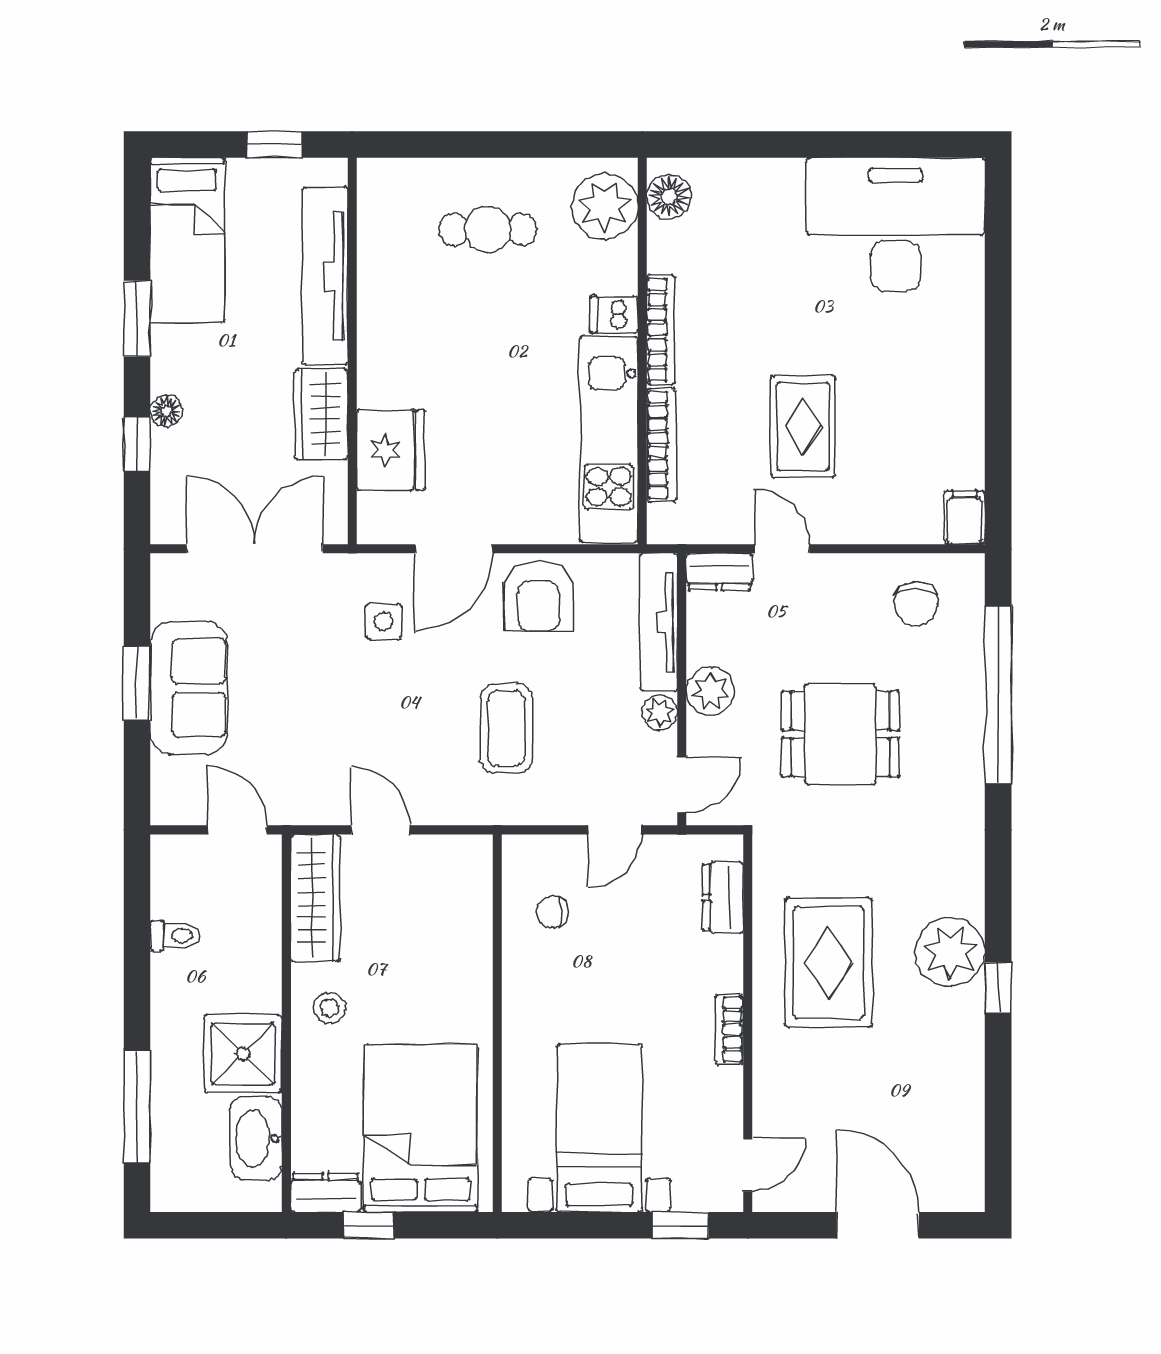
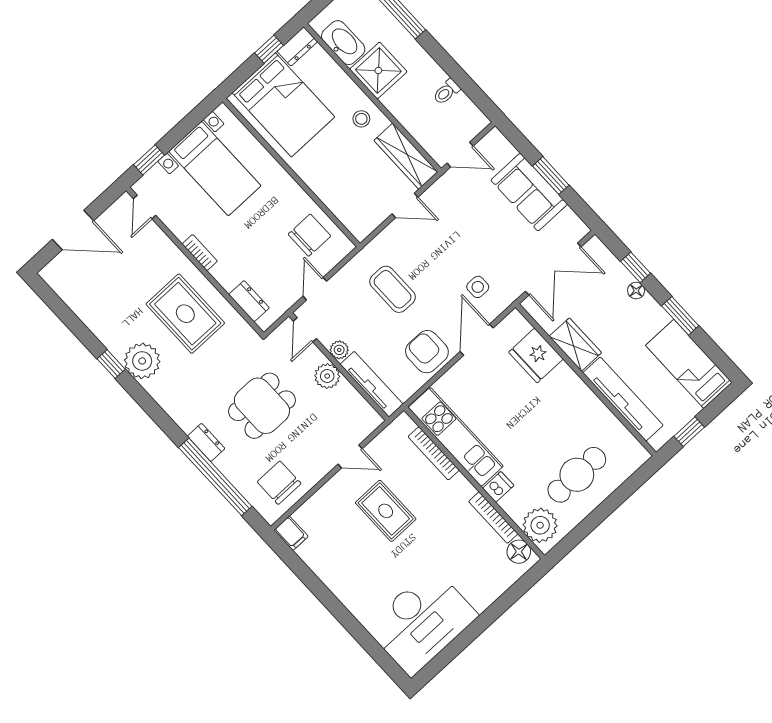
cafe table: (488, 229) -> (577, 475), width x1.37, depth x1.35
bookcase: (661, 330) -> (493, 518), moved
dresser: (719, 572) -> (206, 442), moved, turned 90
chair: (916, 604) -> (279, 483), width x1.37, depth x1.37
chair: (553, 912) -> (309, 235), width x1.87, depth x1.87

